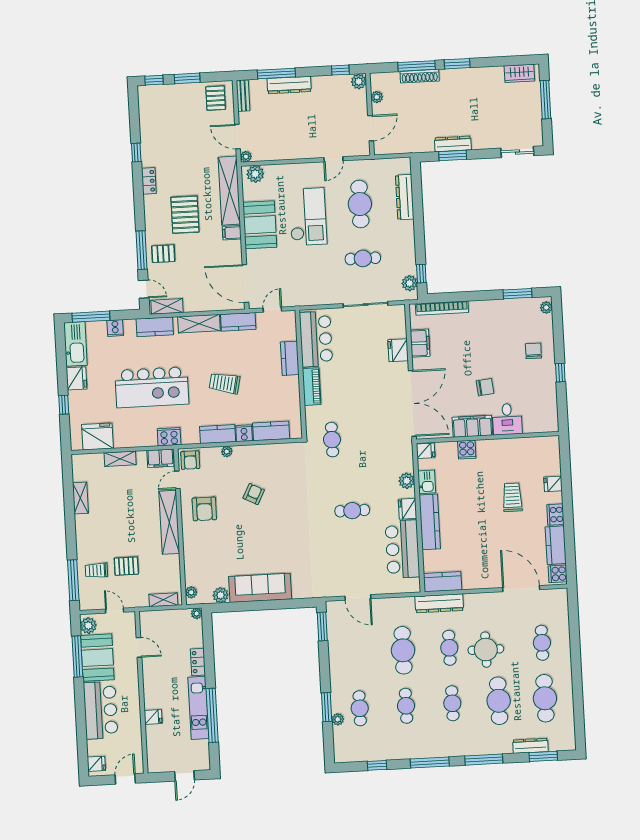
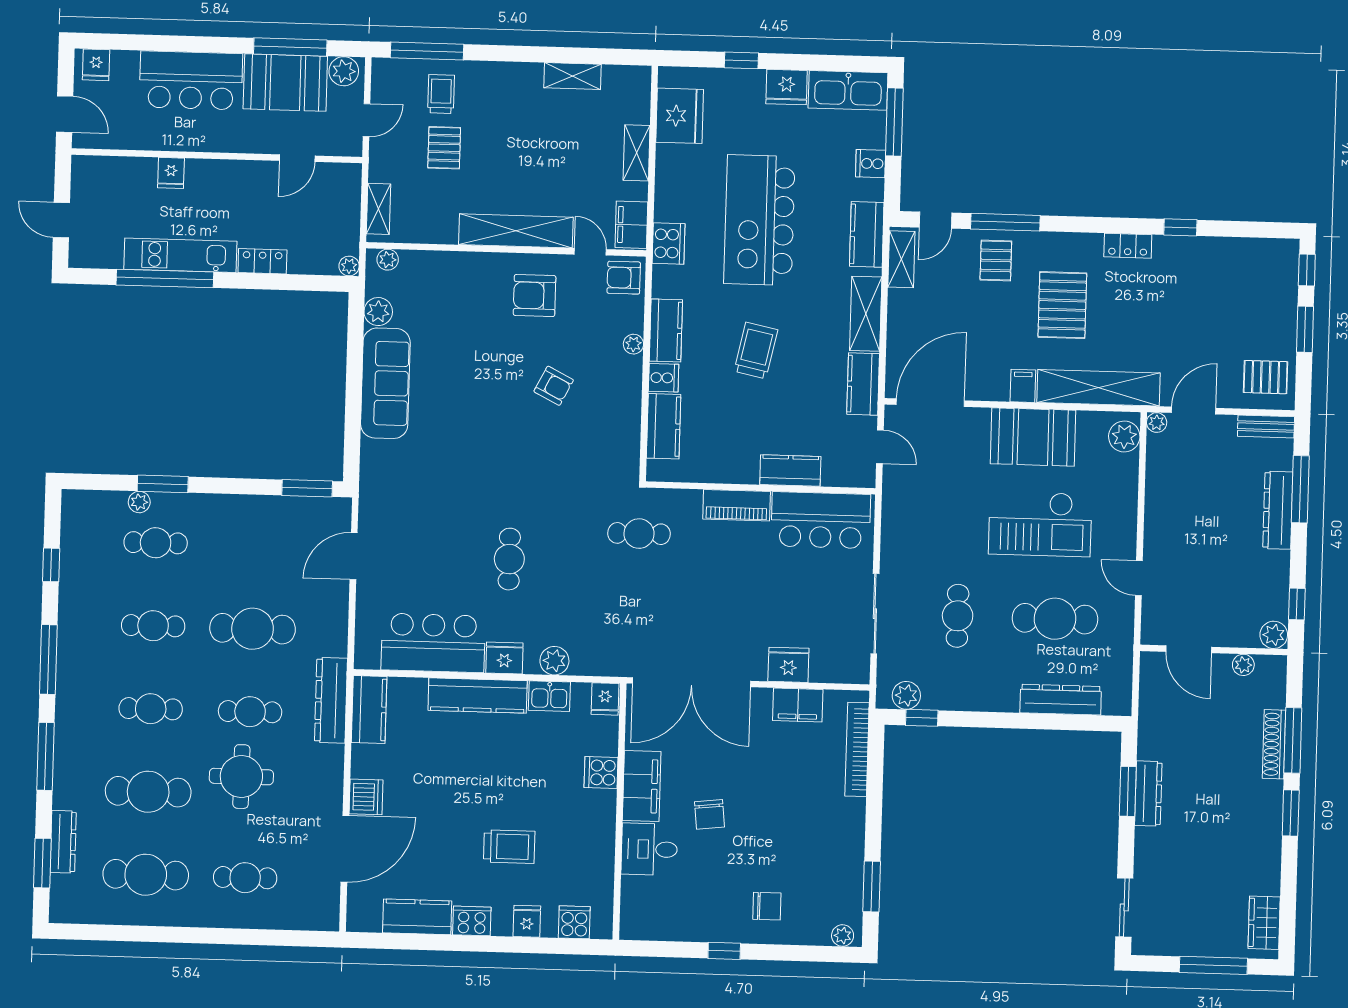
pallet: (185, 215) -> (1062, 305), turned 90
cooker: (558, 574) -> (574, 922), moved
dishwasher: (491, 579) -> (366, 797), added

